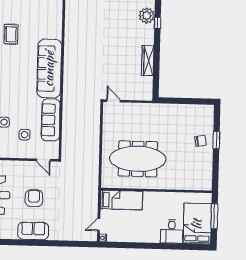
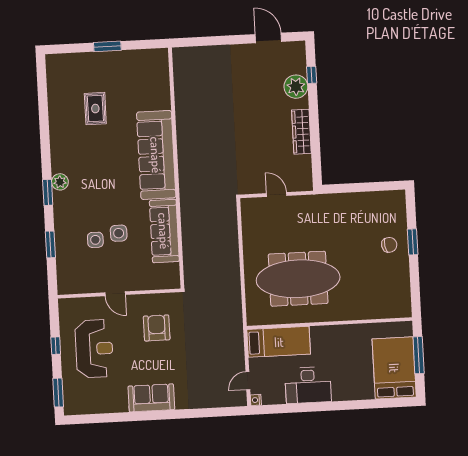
plant: (147, 16) -> (296, 87), moved
door: (114, 101) -> (277, 194), moved
side table: (25, 135) -> (119, 233), moved
door: (43, 160) -> (115, 294), moved
armchair: (34, 198) -> (157, 328), moved
desk: (172, 231) -> (308, 385), moved, width x1.37

